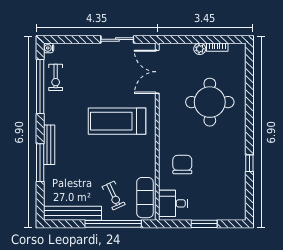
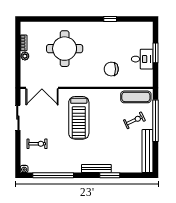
exercise bike: (56, 77) -> (37, 144), moved
window: (40, 163) -> (110, 175), width x0.69
desk: (173, 203) -> (142, 59), moved, turned -90

